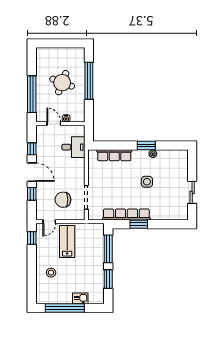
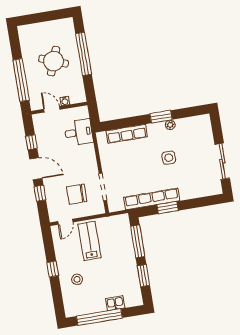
sliding door: (192, 192) -> (222, 161), width x1.37
window: (32, 238) -> (53, 269), moved

